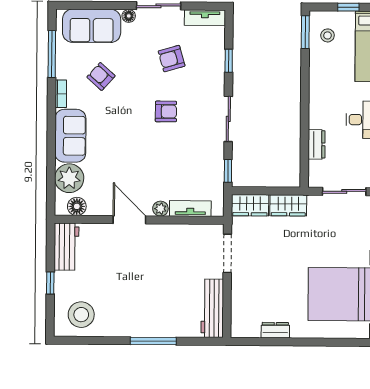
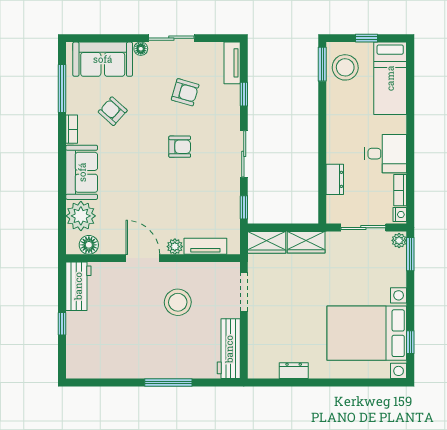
tv unit: (205, 18) -> (232, 63), moved, turned 90
stool: (327, 35) -> (345, 67), width x1.89, depth x1.89
armchair: (172, 59) -> (185, 92), turned -148
stool: (81, 315) -> (178, 302), moved

